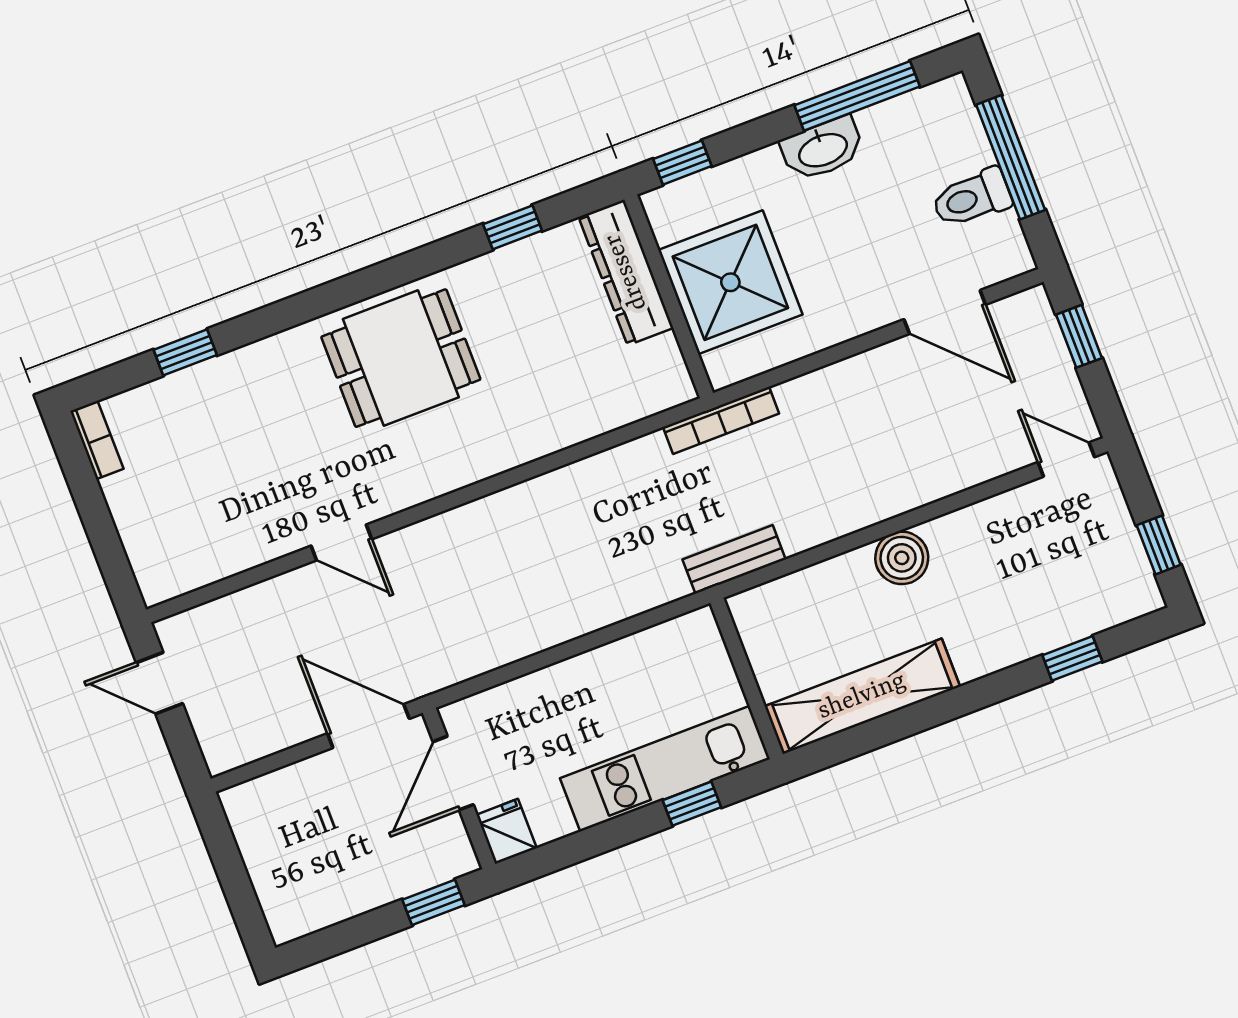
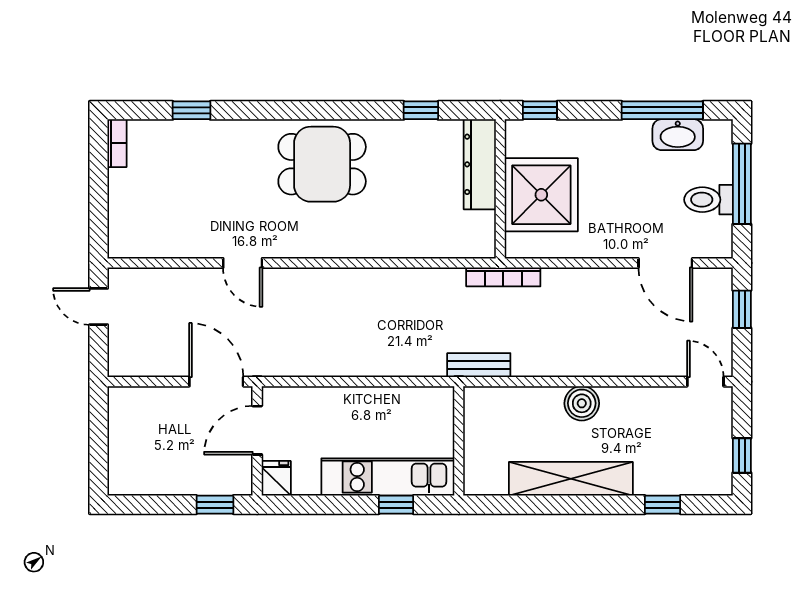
washbasin: (822, 149) -> (678, 135), moved
shelving: (862, 696) -> (571, 479), moved

